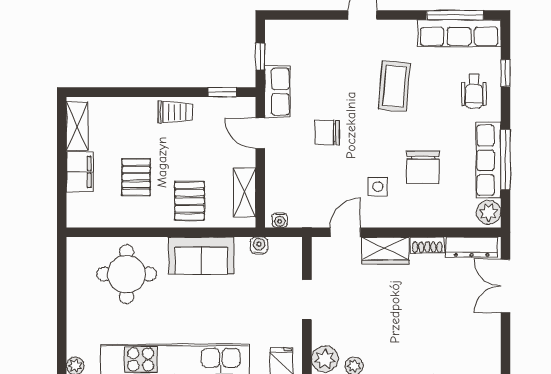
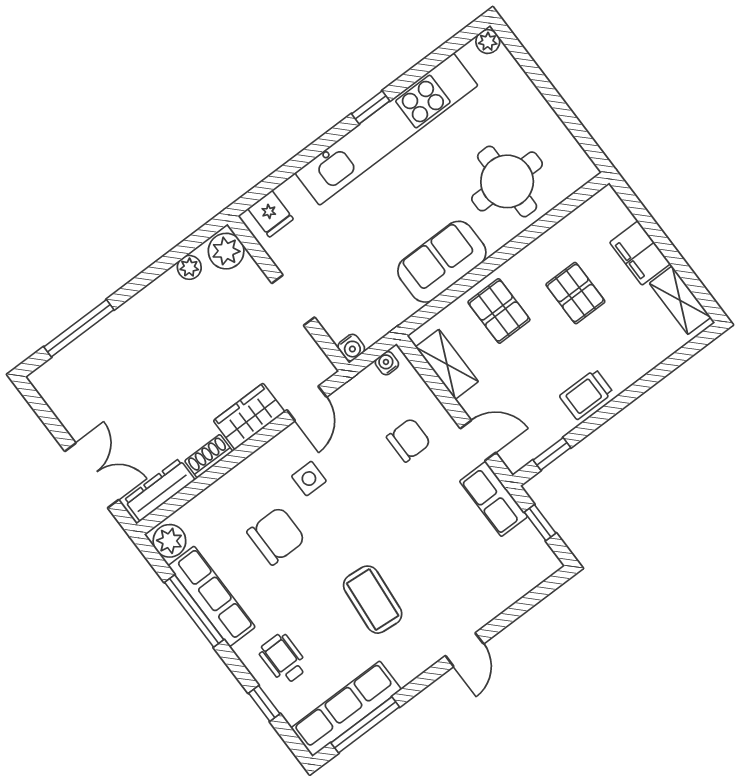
chair: (327, 133) -> (409, 440), moved
chair: (423, 167) -> (276, 536), turned 90
water cooler: (259, 245) -> (351, 348), moved

